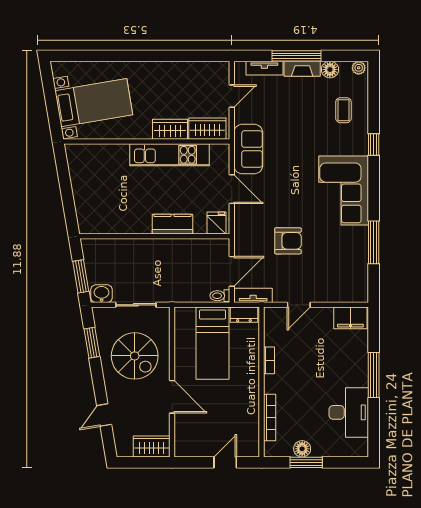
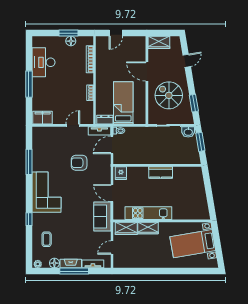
kitchen counter: (172, 224) -> (161, 173), moved

